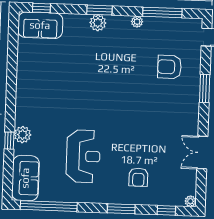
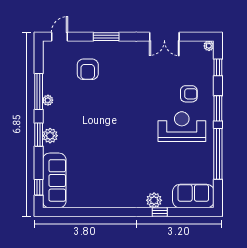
window: (162, 12) -> (39, 91), moved
sofa: (40, 25) -> (54, 180), width x1.36
reception desk: (83, 156) -> (182, 127), moved
window: (49, 206) -> (218, 154), moved

